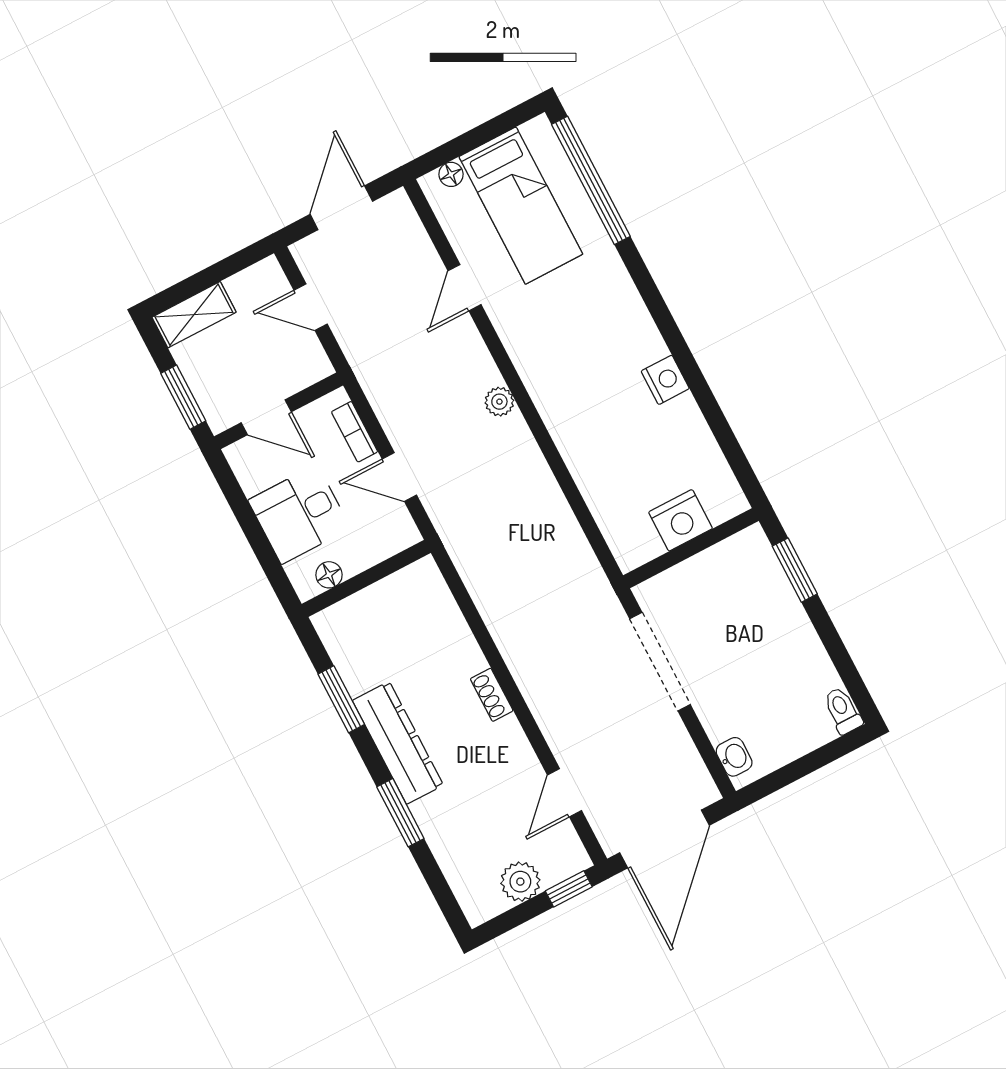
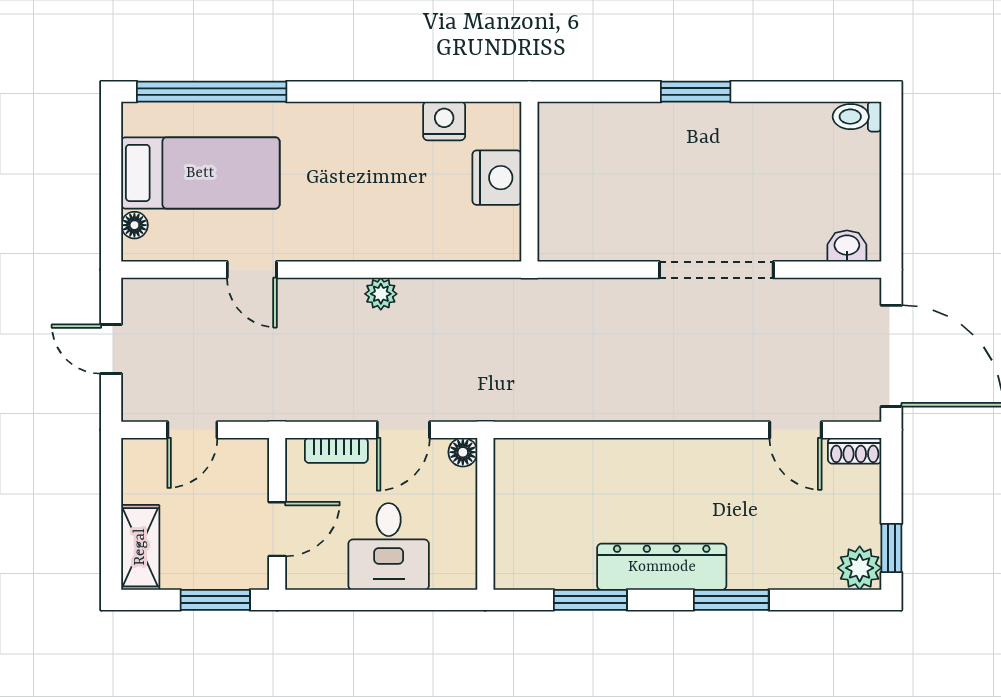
door: (341, 208) -> (111, 349), width x0.73
nightstand: (681, 520) -> (497, 178), moved
wall: (691, 548) -> (529, 182), moved
floor lamp: (329, 575) -> (463, 452), moved
shoe rack: (492, 695) -> (855, 451), moved
plant: (520, 882) -> (860, 568), moved
window: (569, 889) -> (891, 548), moved

